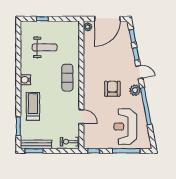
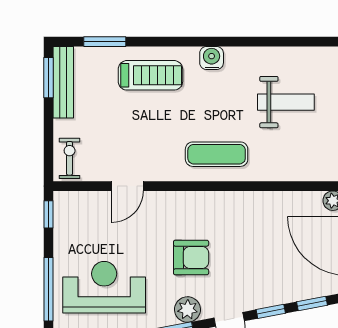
weight bench: (45, 47) -> (286, 102), turned -90

